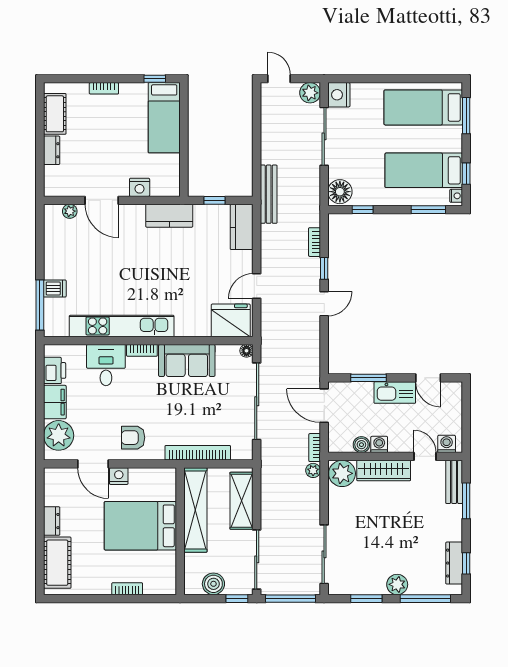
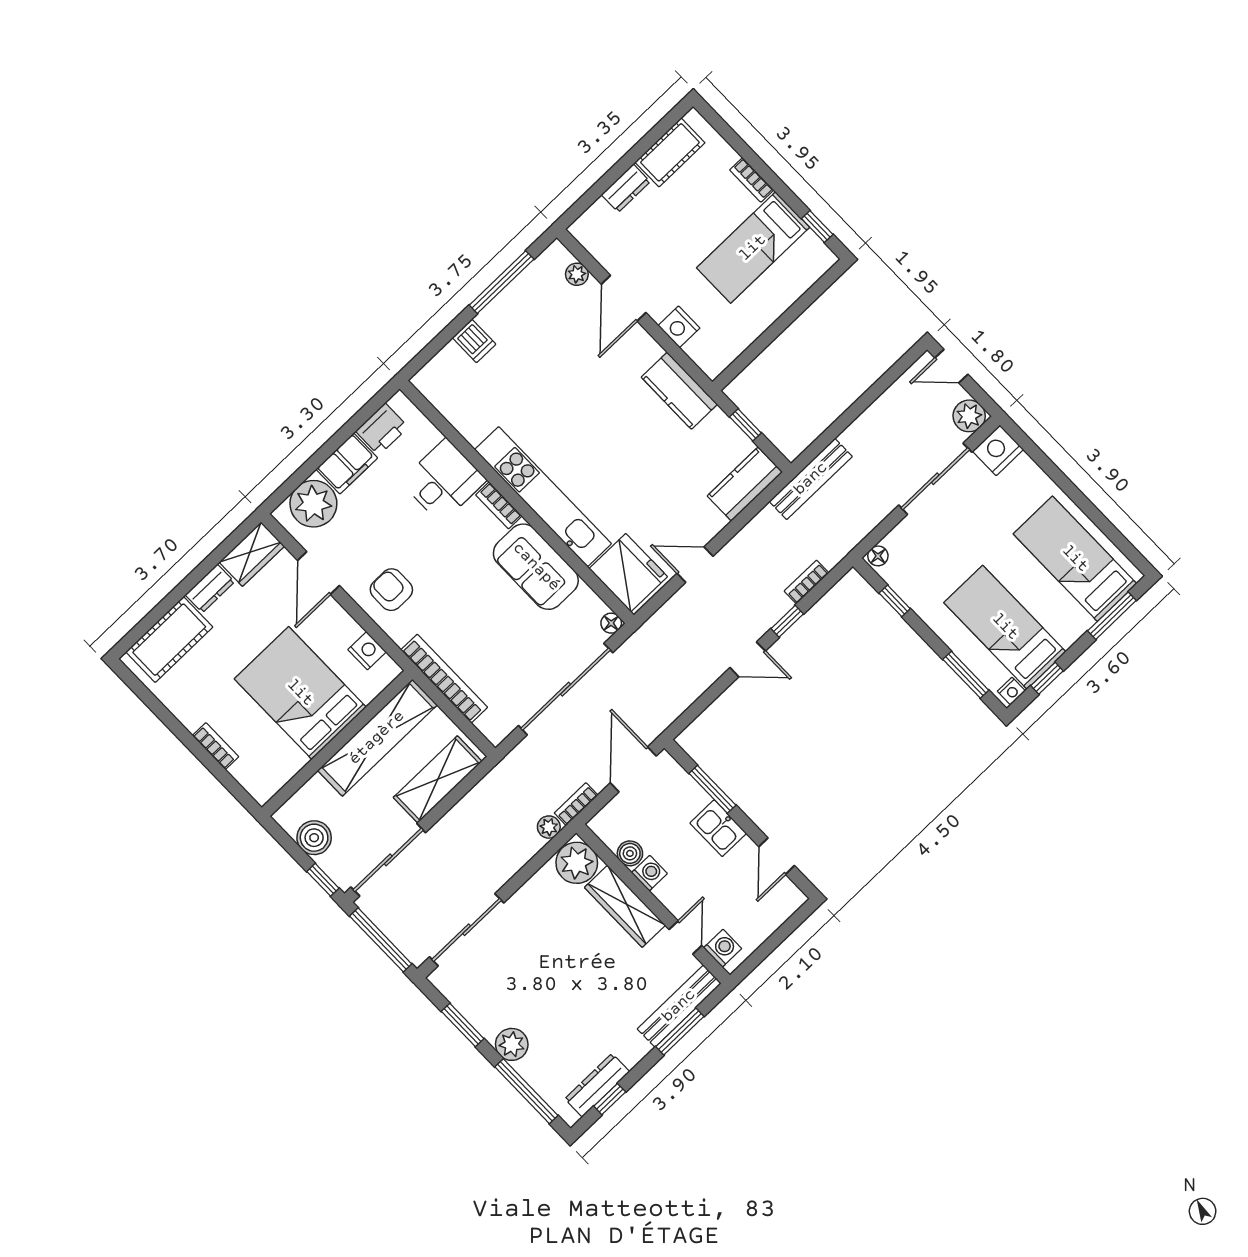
door: (279, 79) -> (951, 366), swing flipped
bed: (164, 118) -> (753, 248), moved
floor lamp: (340, 192) -> (878, 556), width x0.53, depth x0.53
window: (40, 305) -> (502, 282), moved
kitchen unit: (122, 326) -> (543, 497), moved
kitchen sink: (395, 393) -> (718, 828), width x0.73
nightstand: (119, 476) -> (367, 651), moved
bench: (454, 482) -> (679, 1006), width x1.36
wardrobe: (54, 486) -> (252, 554), added

